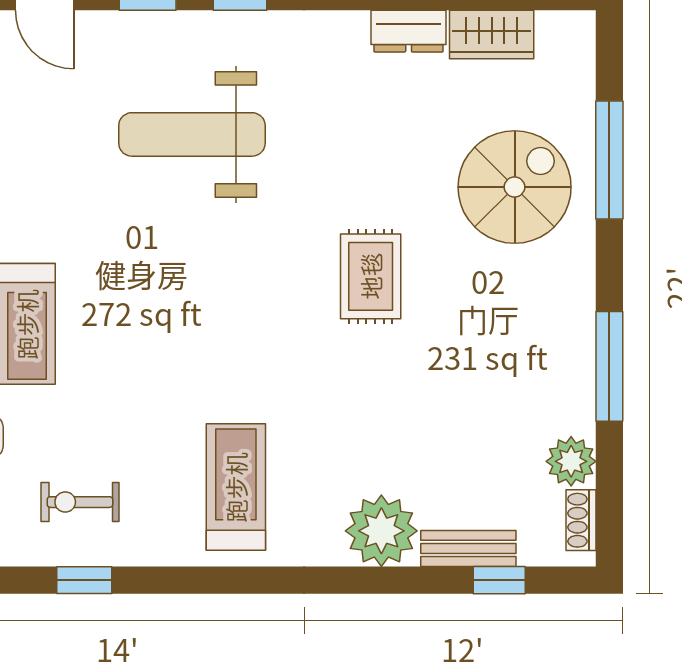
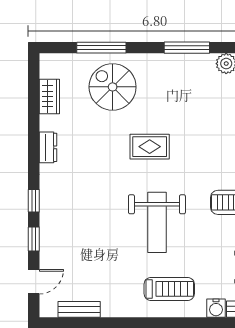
dresser: (409, 31) -> (48, 147), moved
weight bench: (192, 134) -> (157, 222), moved

